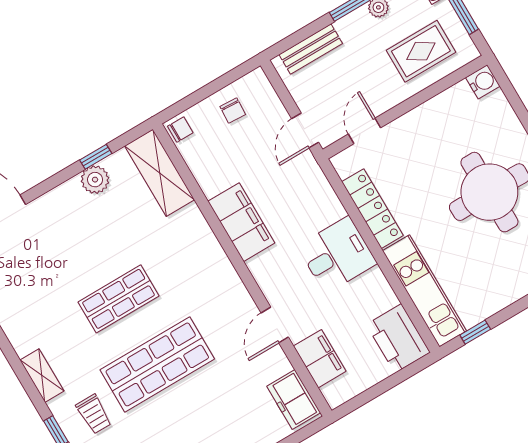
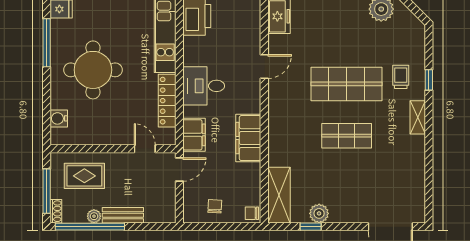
bench: (311, 49) -> (123, 215), moved
water cooler: (483, 82) -> (59, 118), moved
door: (365, 131) -> (145, 149), swing flipped
filing cabinet: (320, 359) -> (194, 135), moved, turned 180

